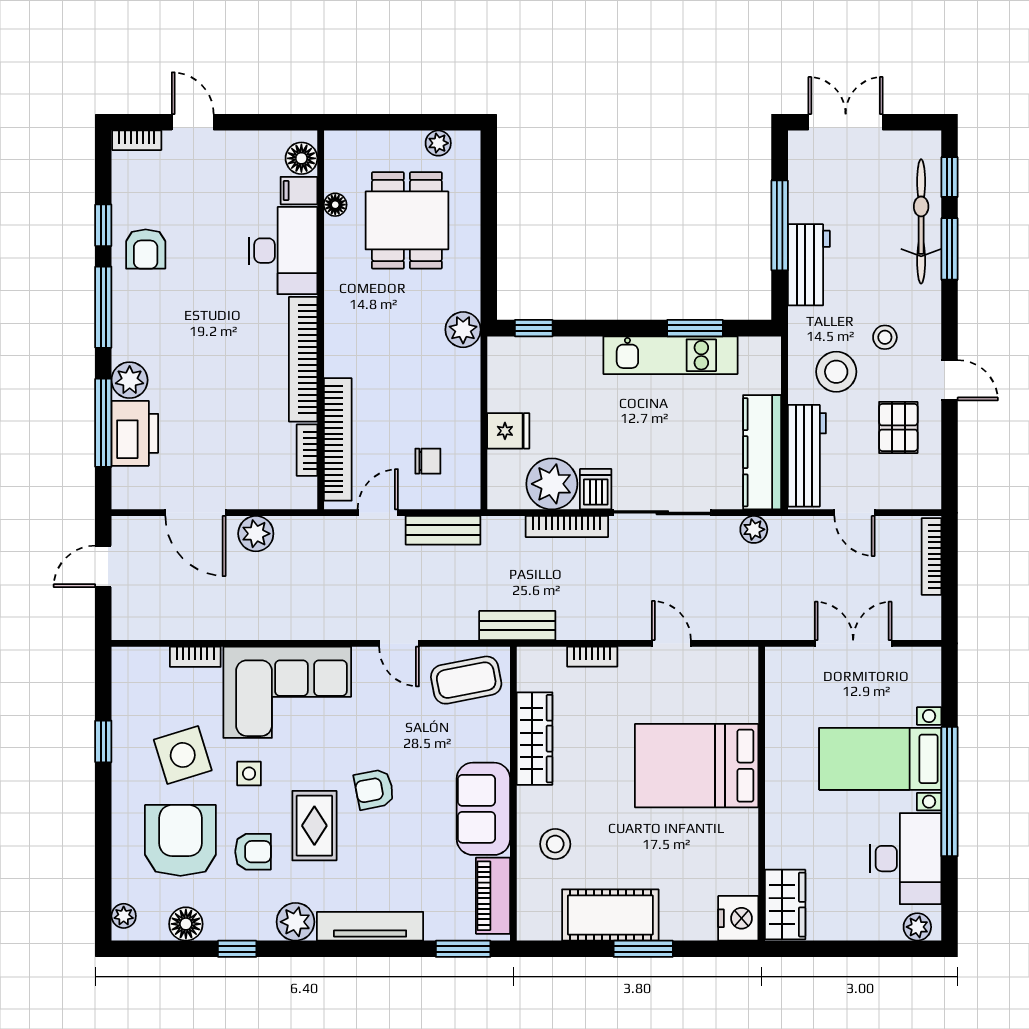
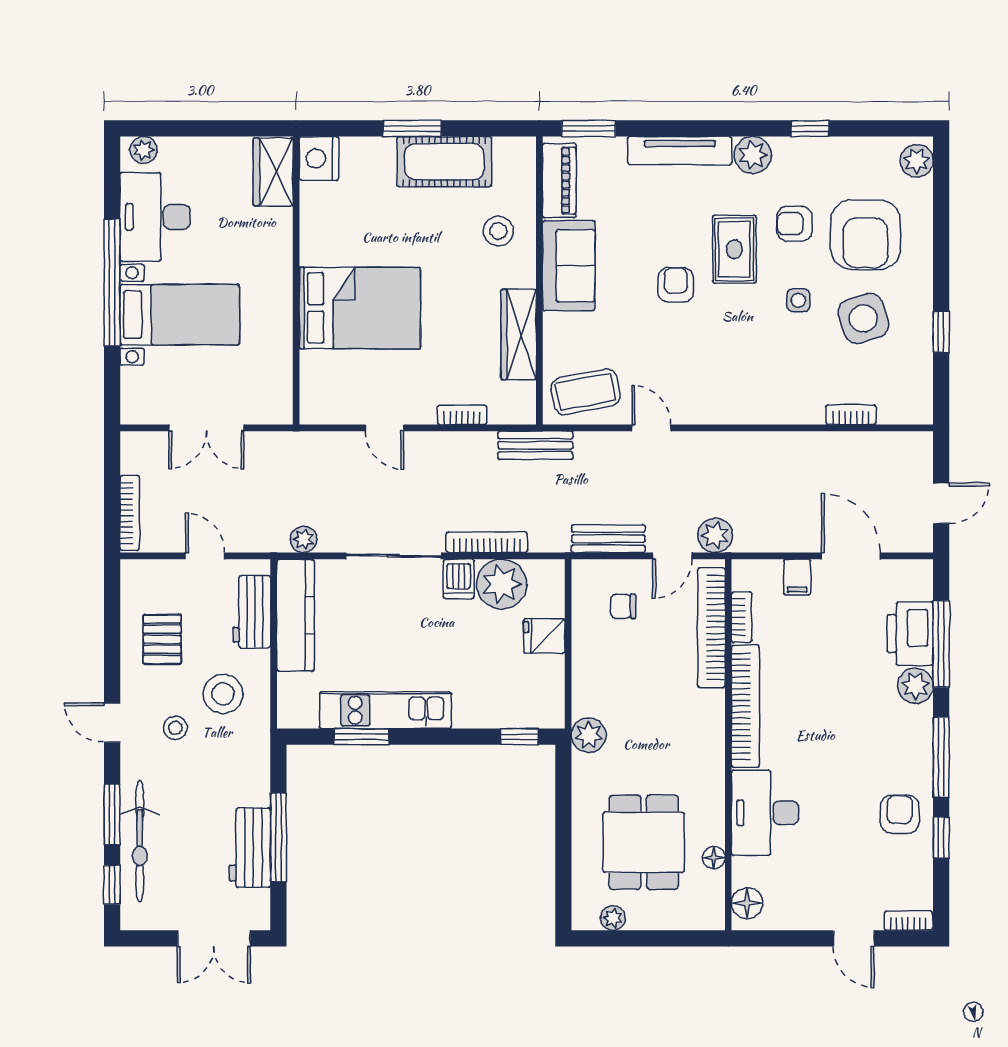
filing cabinet: (299, 191) -> (797, 577), moved, turned 90
workbench: (809, 265) -> (250, 848), moved
door: (949, 380) -> (112, 723), moved
workbench: (807, 456) -> (252, 612), width x0.73
plant: (256, 534) -> (715, 535), moved
corner sofa: (287, 692) -> (761, 380), removed
armchair: (374, 789) -> (676, 285), turned -79
plant: (124, 916) -> (917, 161), width x1.38, depth x1.38
floor lamp: (186, 924) -> (860, 153), removed

